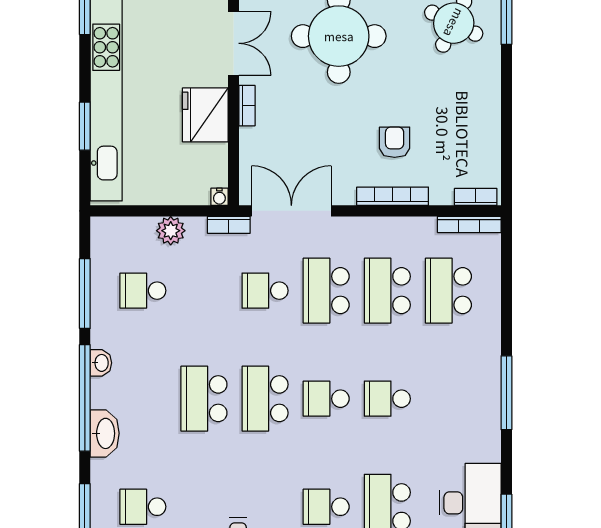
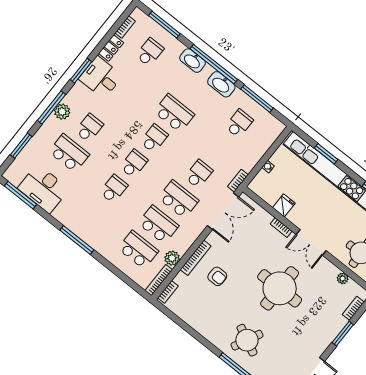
fridge: (205, 115) -> (284, 205), width x0.53, depth x0.75
water cooler: (219, 197) -> (268, 167), moved
plant: (171, 231) -> (172, 258), moved
washbasin: (101, 363) -> (221, 84), width x1.91, depth x1.45
school desk: (265, 399) -> (154, 138), width x0.54

